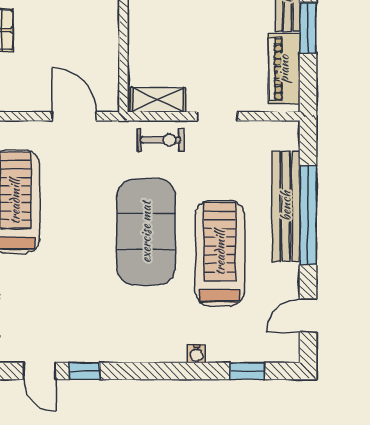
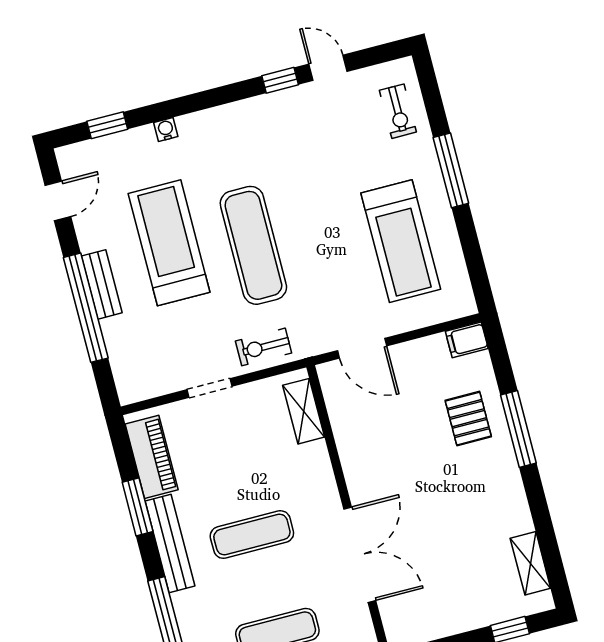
shelving: (158, 100) -> (304, 411), moved, turned 90
bench: (286, 206) -> (102, 284), width x0.54, depth x0.82
exercise mat: (146, 232) -> (253, 245), width x0.68
treadmill: (220, 253) -> (169, 243), turned 180

